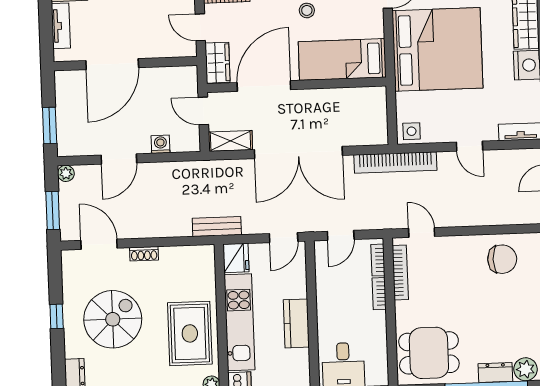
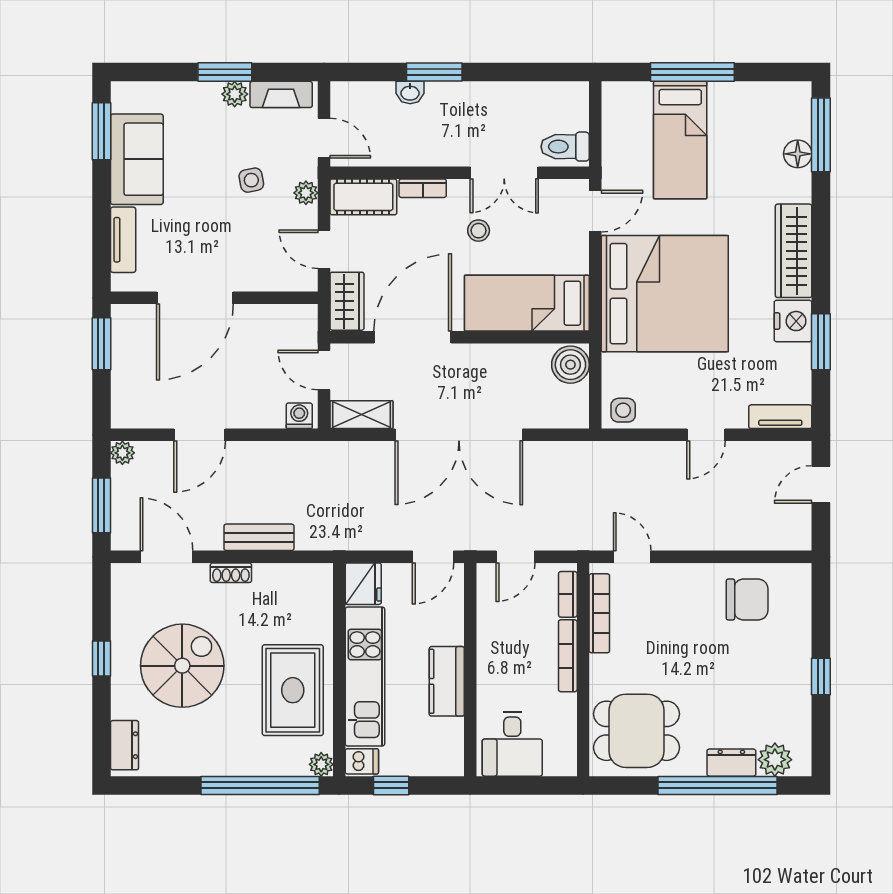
boiler: (374, 101) -> (570, 365), added
window: (50, 126) -> (101, 344), moved
washing machine: (160, 144) -> (299, 416), moved
door: (470, 146) -> (706, 435), hinge flipped
bookcase: (395, 162) -> (598, 454), removed
bench: (217, 226) -> (259, 537), moved
bookcase: (379, 294) -> (568, 656), width x1.56

